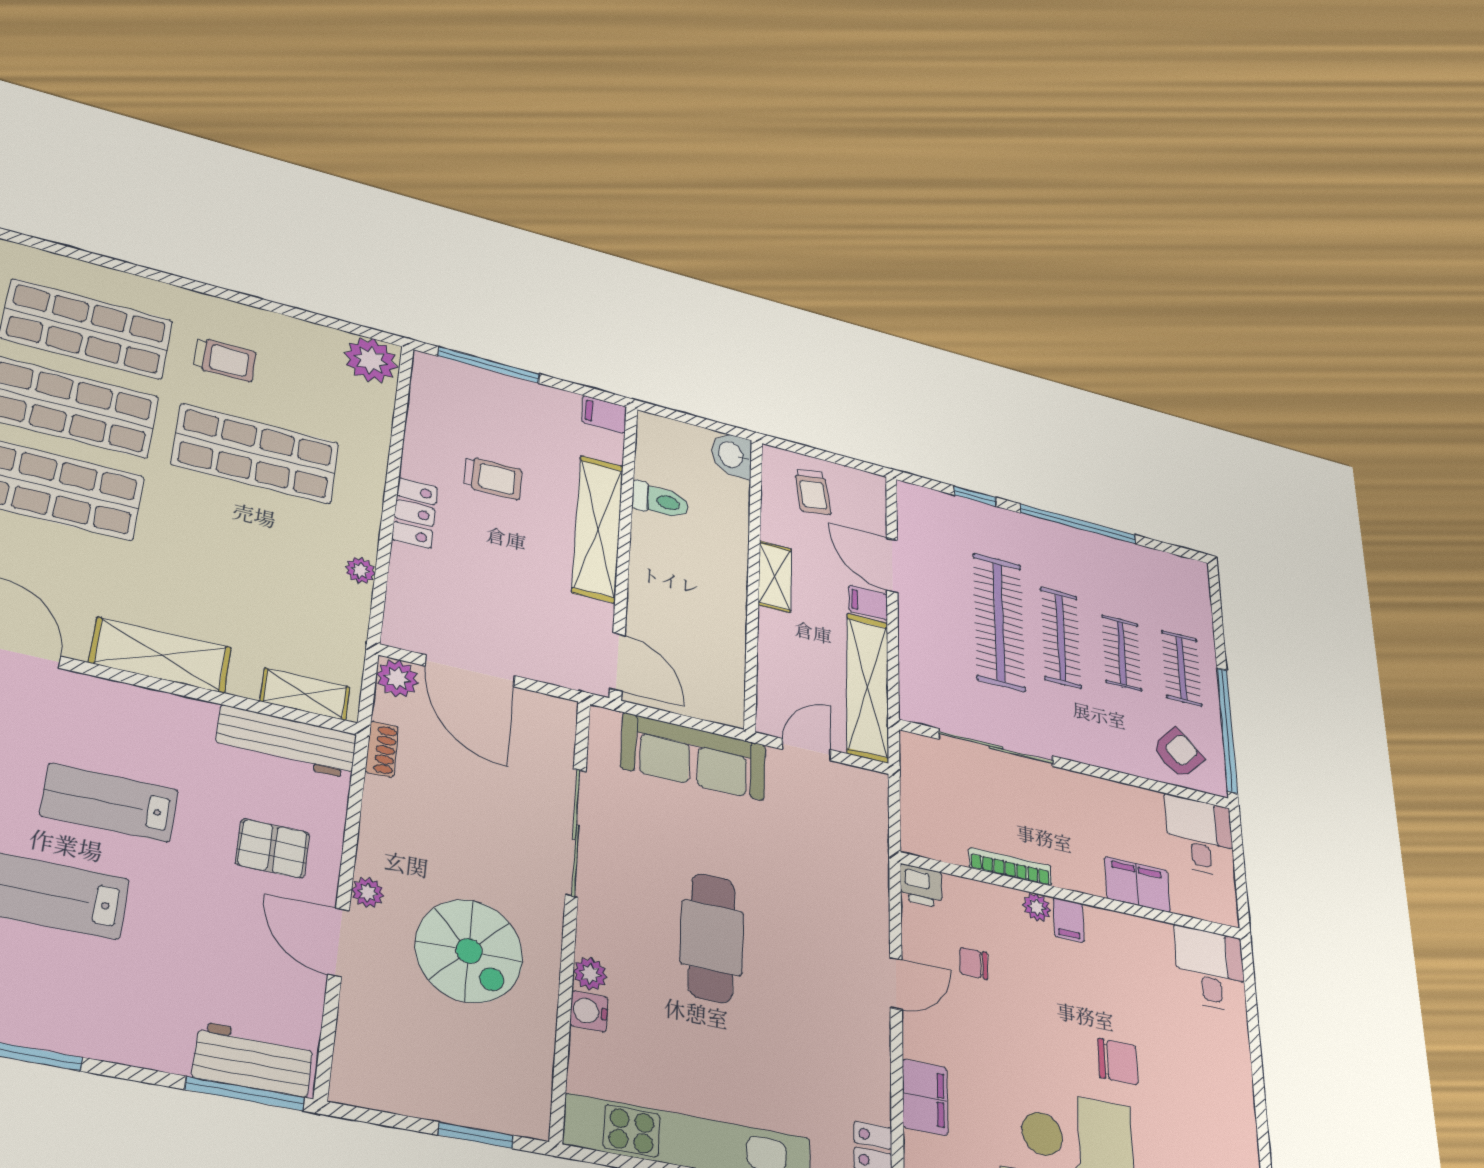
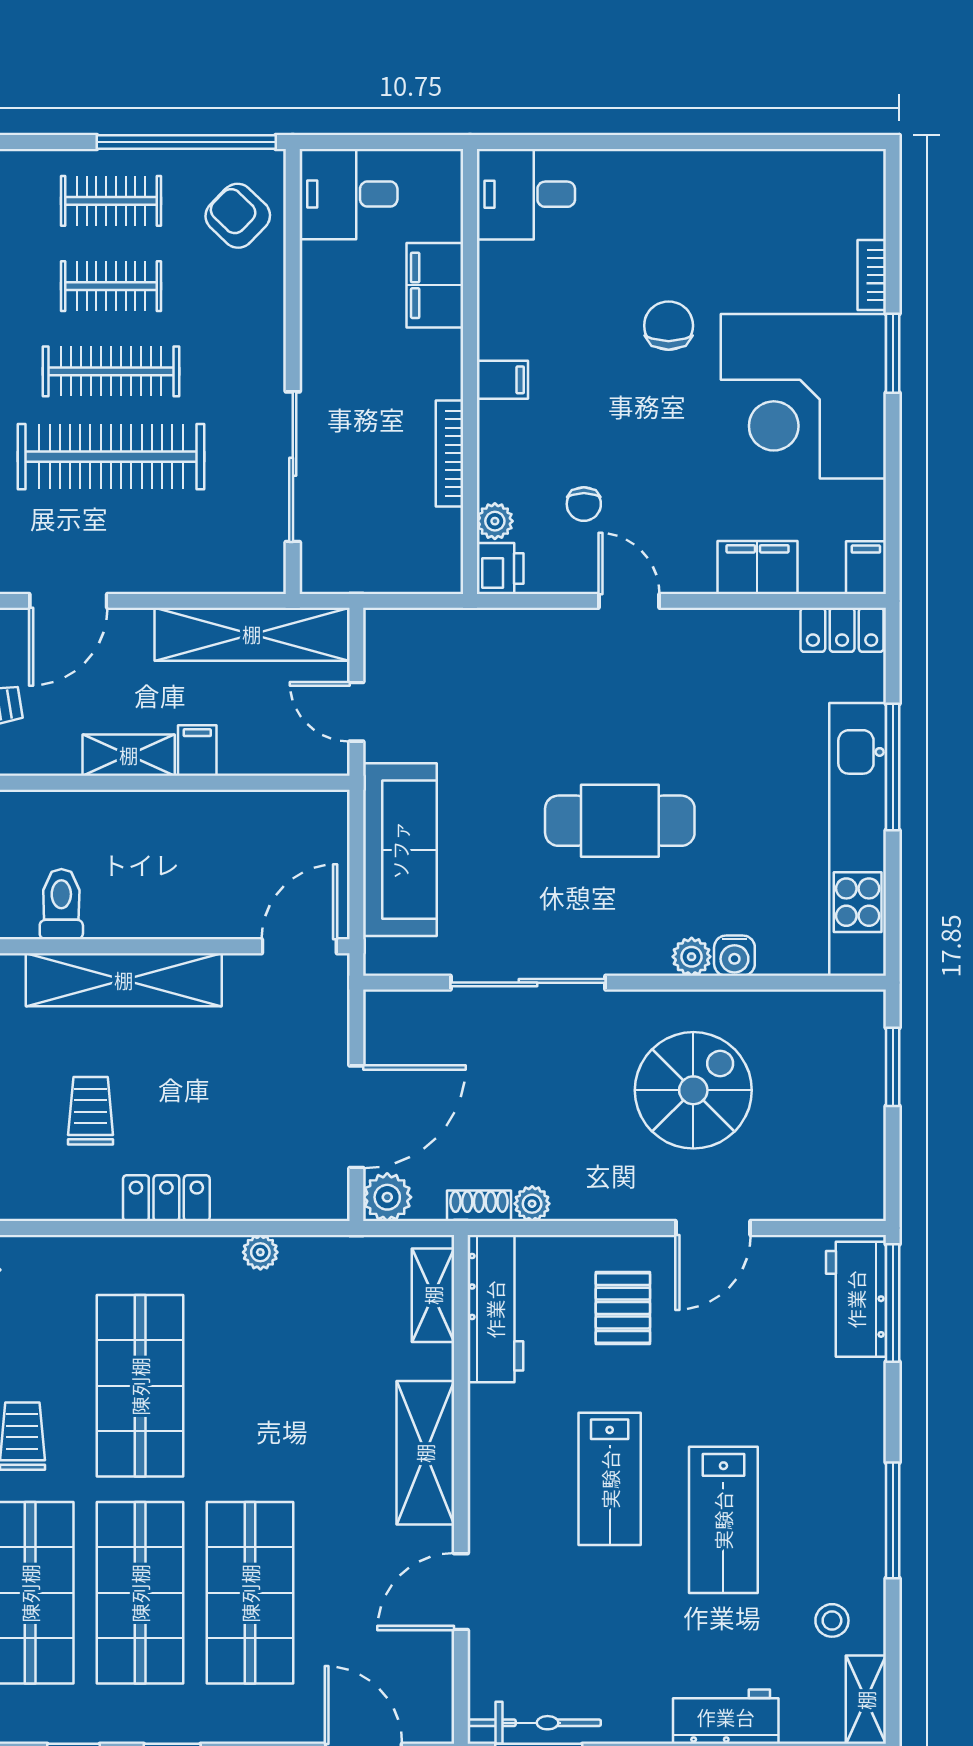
filing cabinet: (868, 603) -> (197, 750), moved, turned 180
plant: (368, 892) -> (532, 1204), moved
plant: (1037, 907) -> (495, 521), moved

